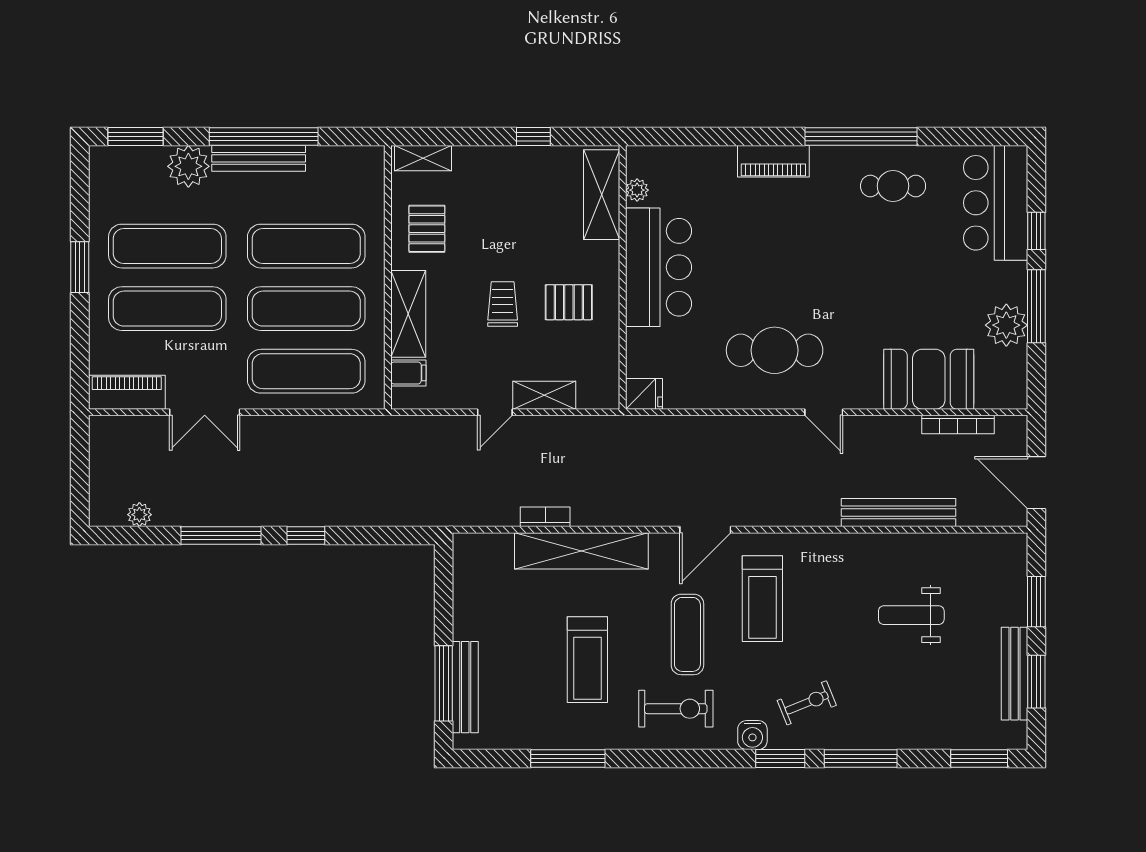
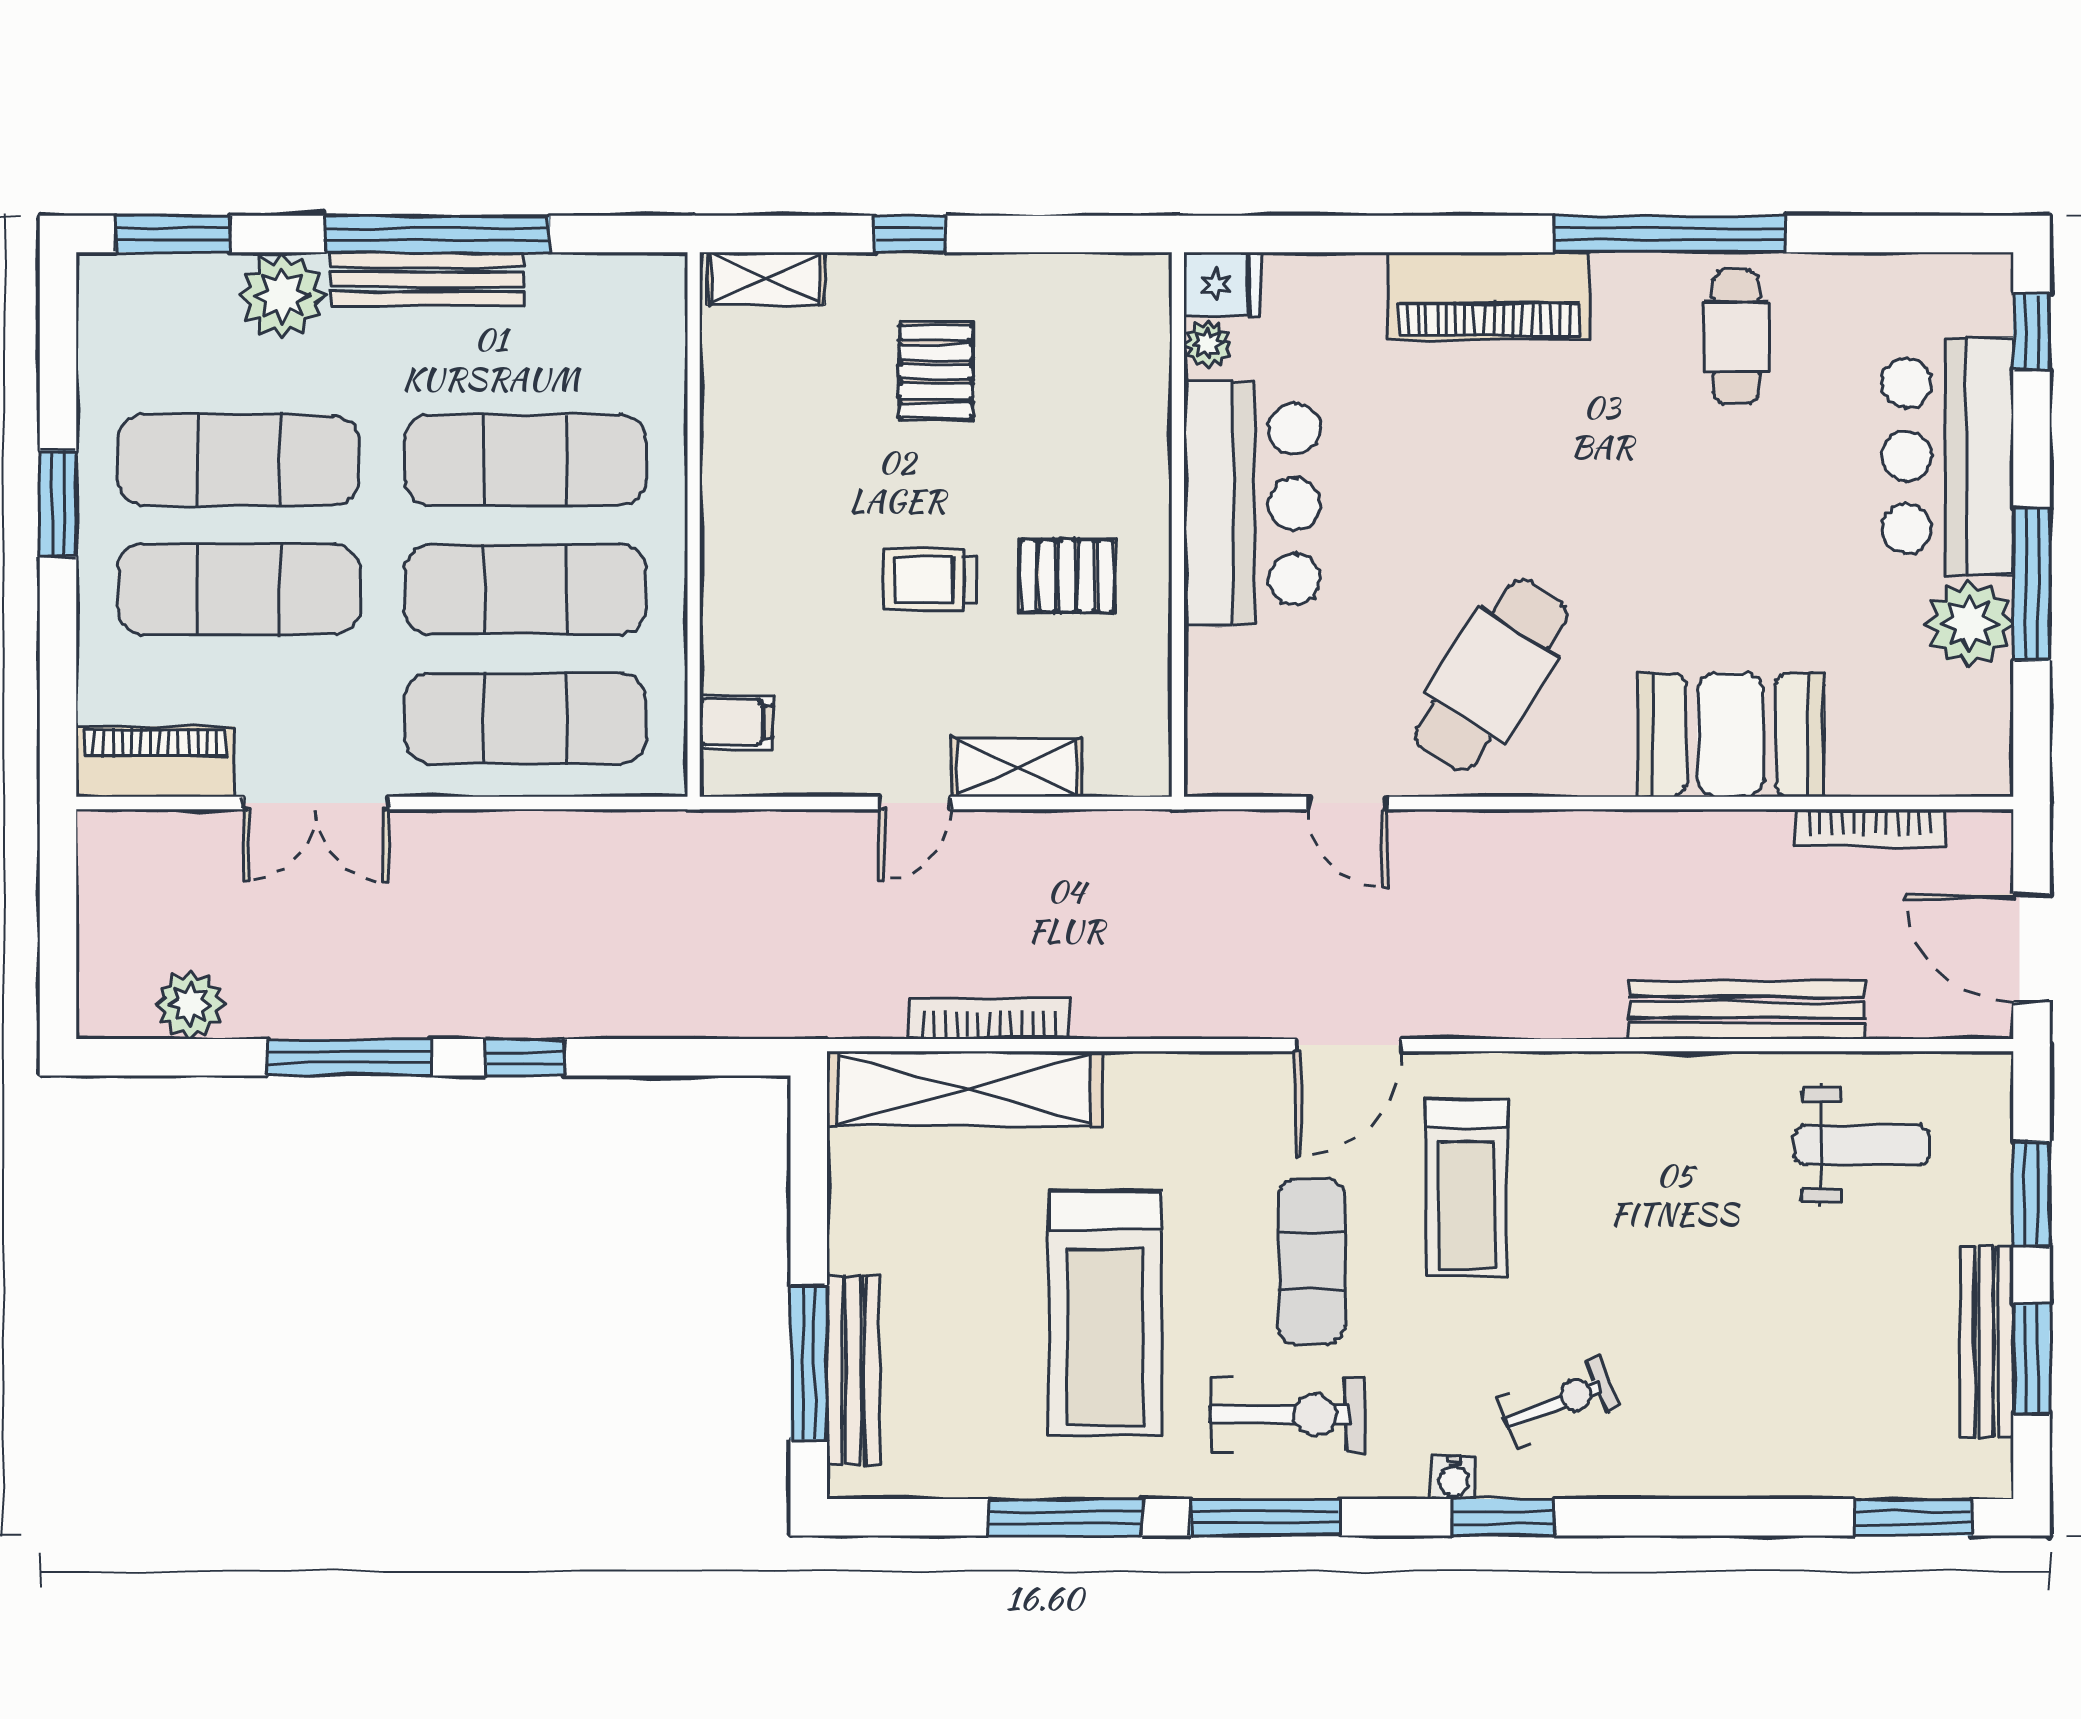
window: (533, 136) -> (910, 234), moved
piano: (773, 161) -> (1489, 296), width x1.37, depth x1.33
cafe table: (893, 186) -> (1736, 336), turned 90
shelving: (602, 195) -> (1135, 354), removed
bar counter: (996, 203) -> (1947, 456), moved
pallet: (427, 229) -> (936, 372), moved
window: (1036, 231) -> (2031, 331), moved
trolley: (503, 304) -> (930, 580), turned -90
shelving: (408, 314) -> (736, 600), removed
cafe table: (775, 350) -> (1491, 675), turned -57
booth: (929, 379) -> (1731, 735), moved
fridge: (644, 394) -> (1222, 284), moved
door: (824, 412) -> (1348, 803), moved
plant: (139, 515) -> (190, 1005), width x1.38, depth x1.38
bookcase: (545, 517) -> (990, 1019), width x1.56
shelving: (581, 551) -> (965, 1089), moved
weight bench: (911, 615) -> (1862, 1145), moved, turned 180
treadmill: (587, 660) -> (1105, 1313), width x1.37, depth x1.38
water cooler: (752, 735) -> (1454, 1477), width x0.72, depth x0.72
window: (861, 759) -> (1265, 1517), moved

